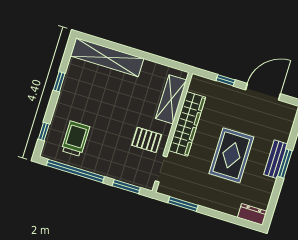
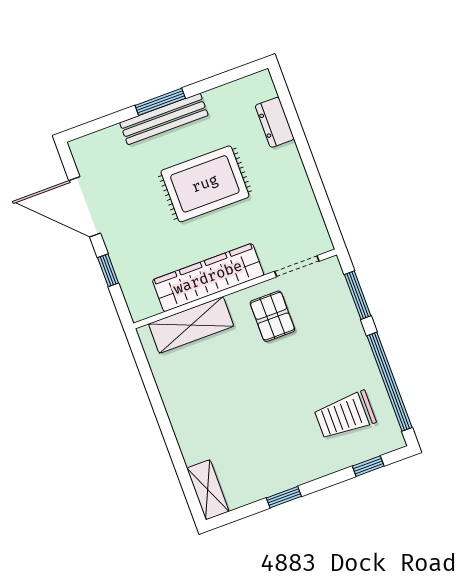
shelving: (107, 57) -> (208, 490), width x0.45, depth x0.75
bench: (276, 159) -> (164, 119), width x1.36
window: (183, 204) -> (322, 199), removed
dresser: (252, 214) -> (275, 122), moved

